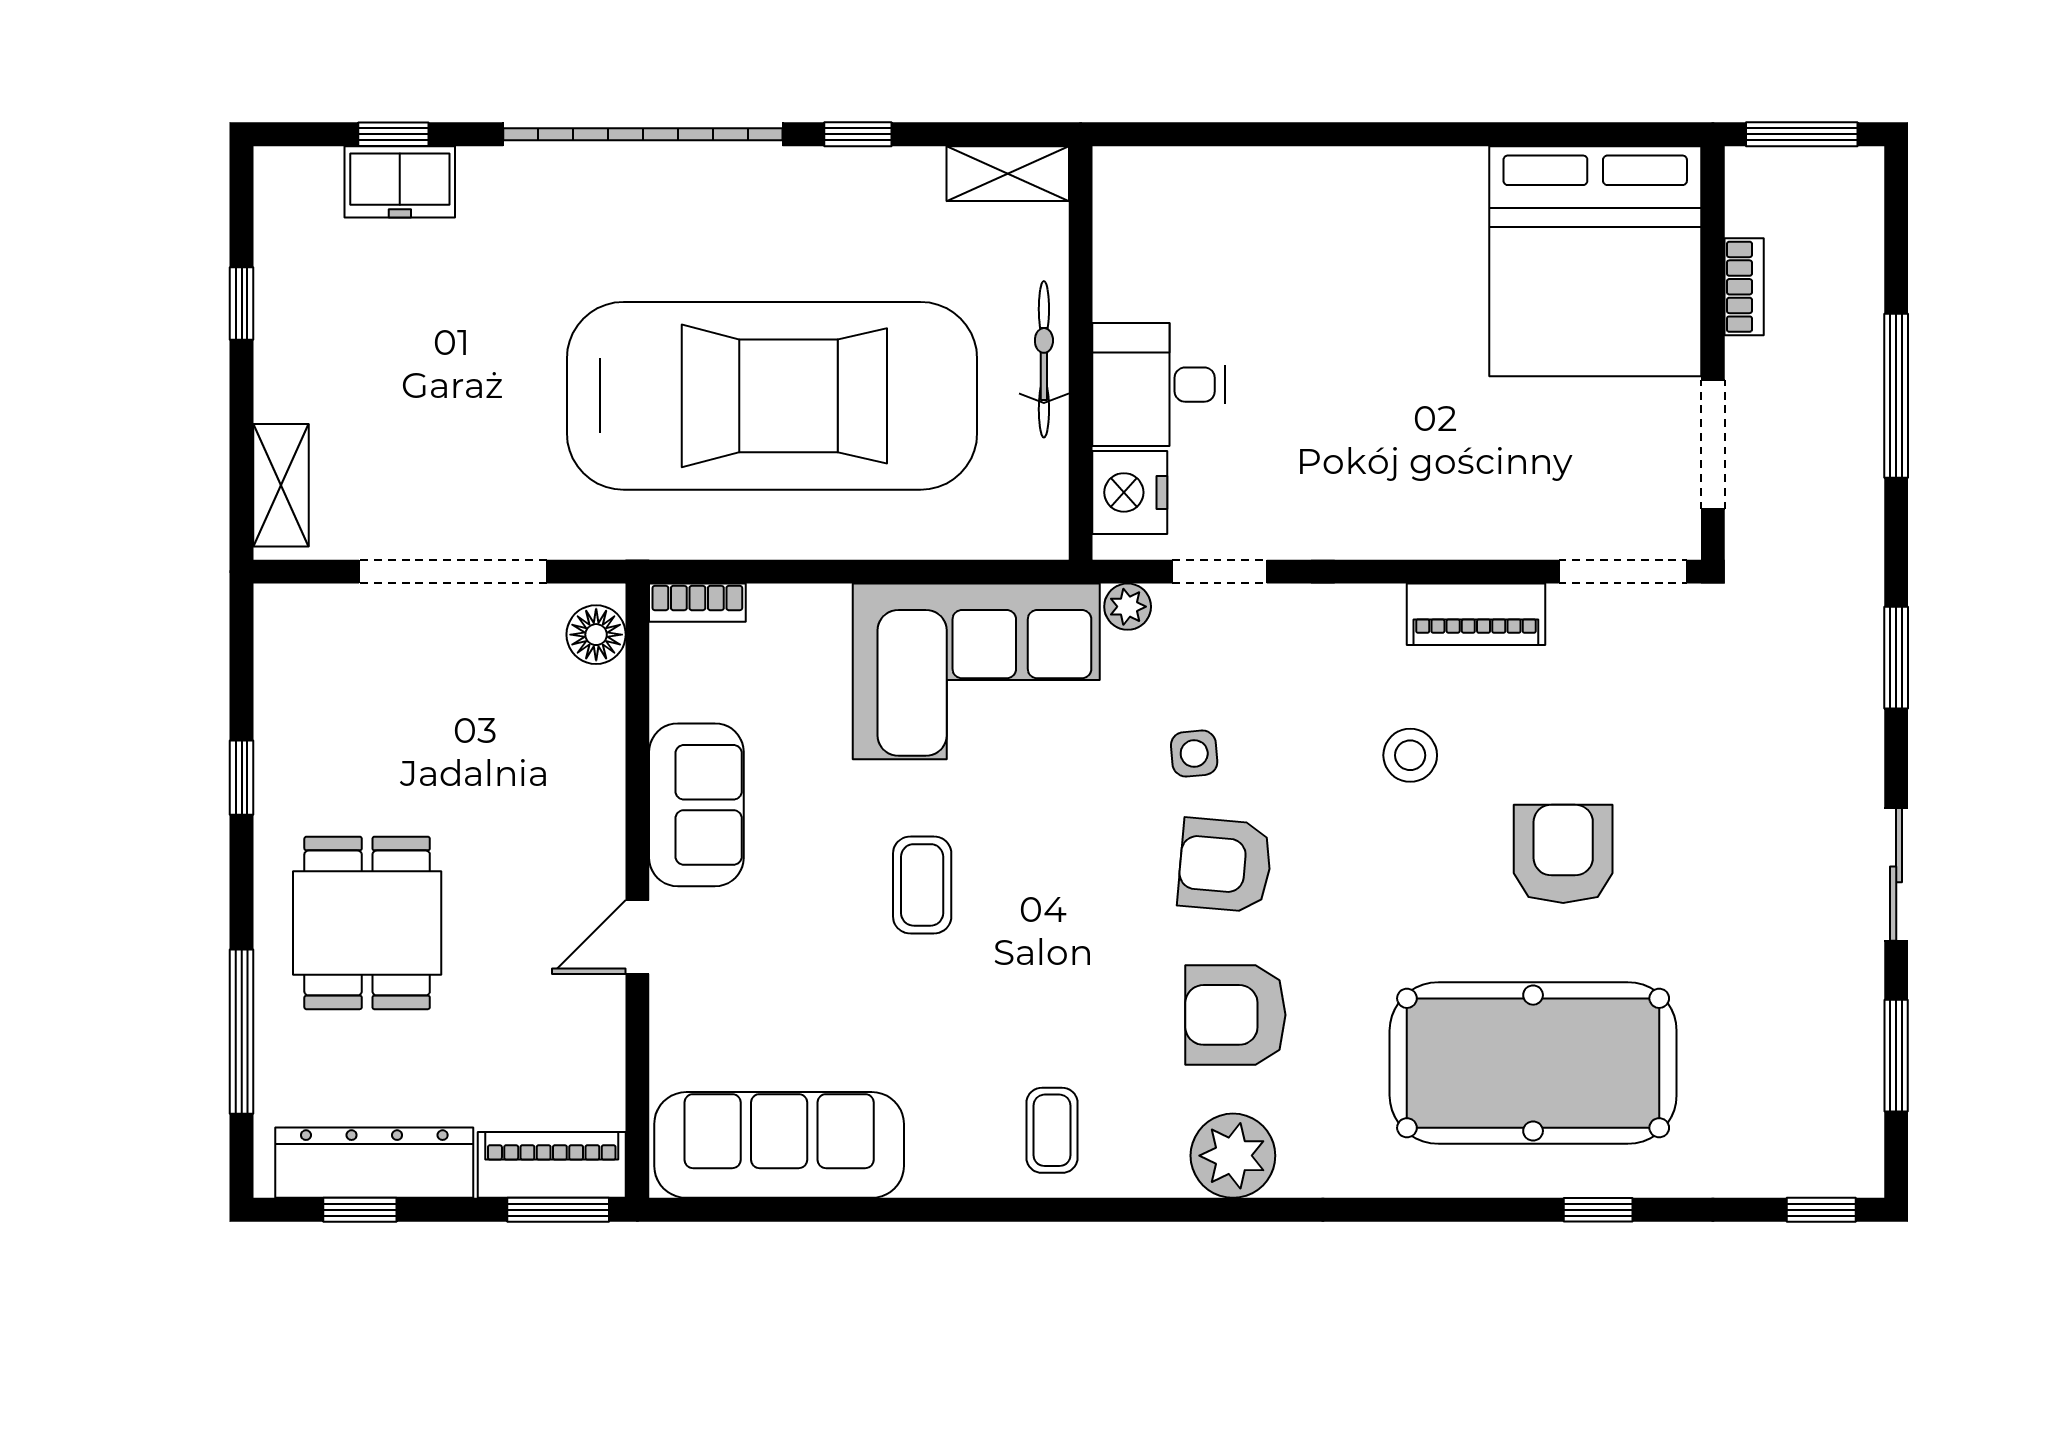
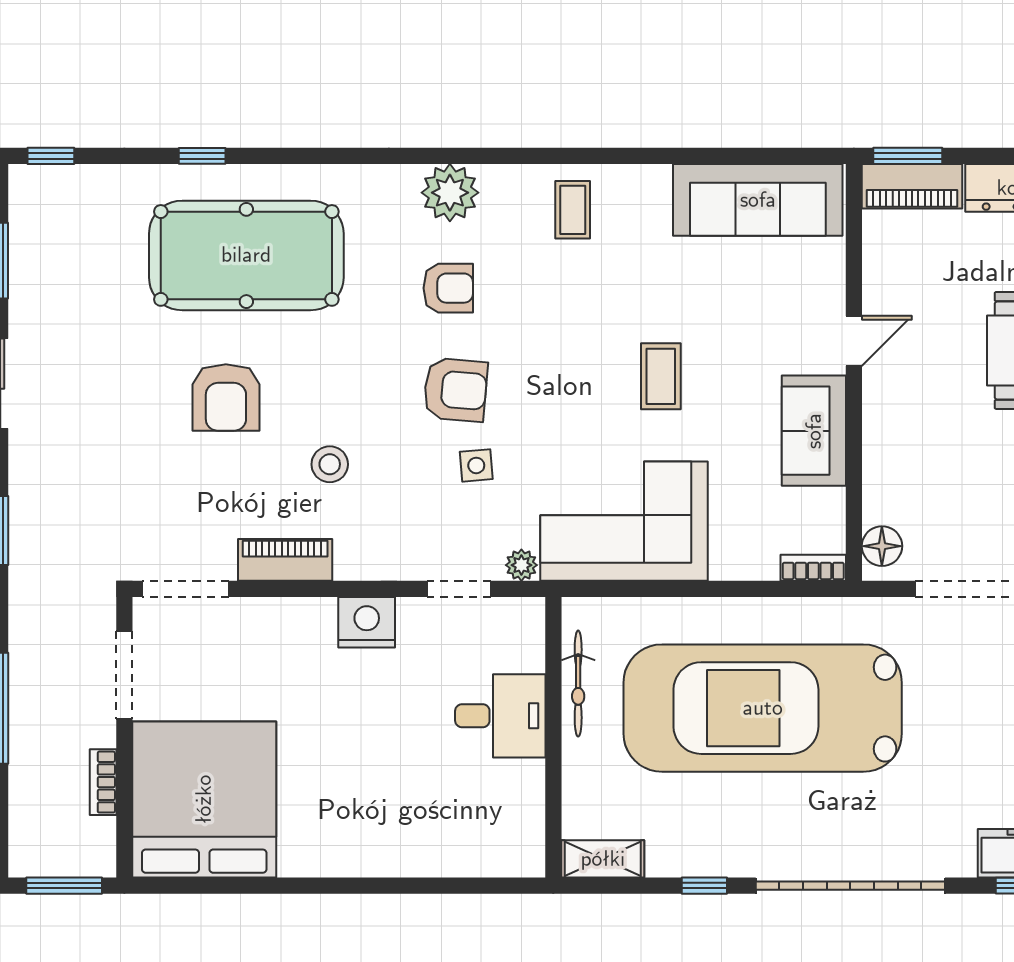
bicycle: (1044, 359) -> (578, 684), moved
nightstand: (1130, 492) -> (367, 622), moved, turned -90
armchair: (1235, 1015) -> (448, 288), width x0.72, depth x0.72

